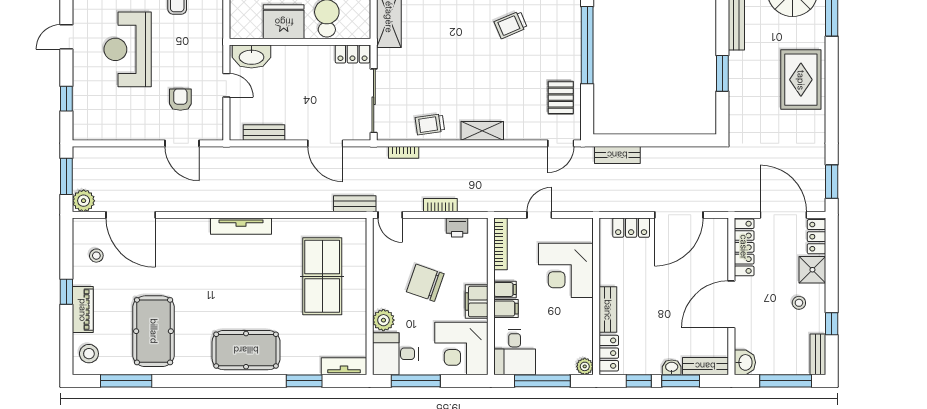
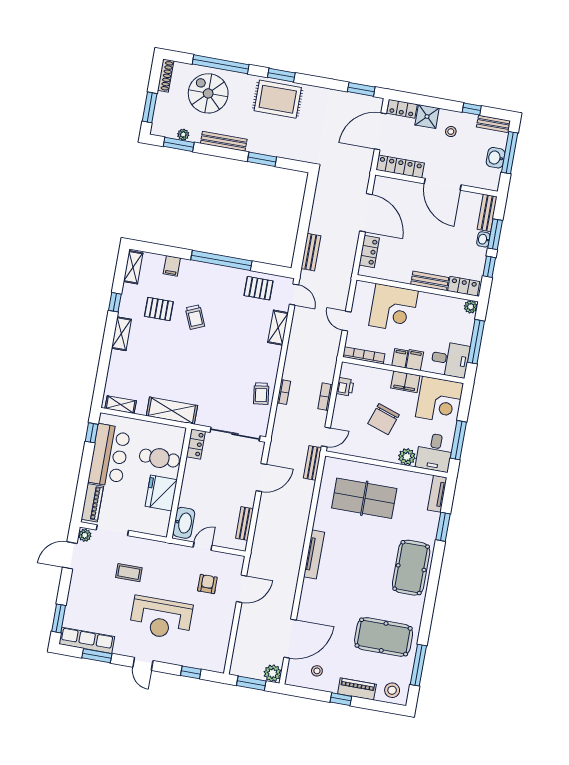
window: (832, 79) -> (281, 75), added
armchair: (180, 100) -> (207, 584), turned 90
shelving: (482, 131) -> (278, 328), moved
bookcase: (404, 152) -> (284, 392), moved
washbasin: (745, 362) -> (495, 158), moved, turned -90

